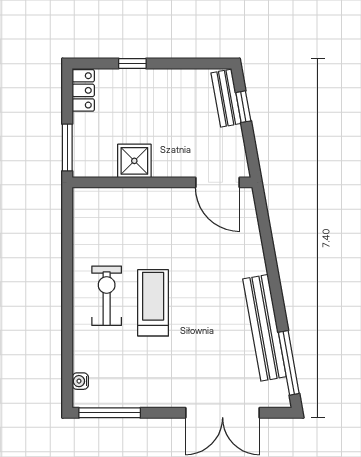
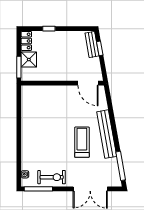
shower: (134, 161) -> (29, 60), moved
exercise bike: (107, 296) -> (52, 177), moved, turned 90
treadmill: (153, 303) -> (82, 142), moved
bench: (265, 328) -> (107, 134), moved

